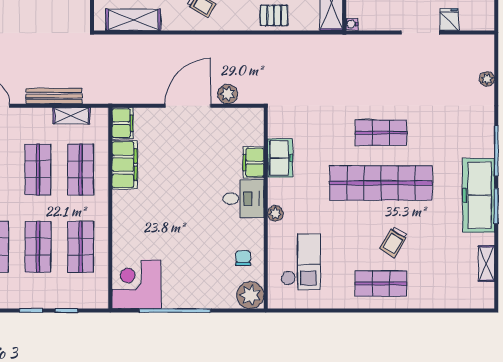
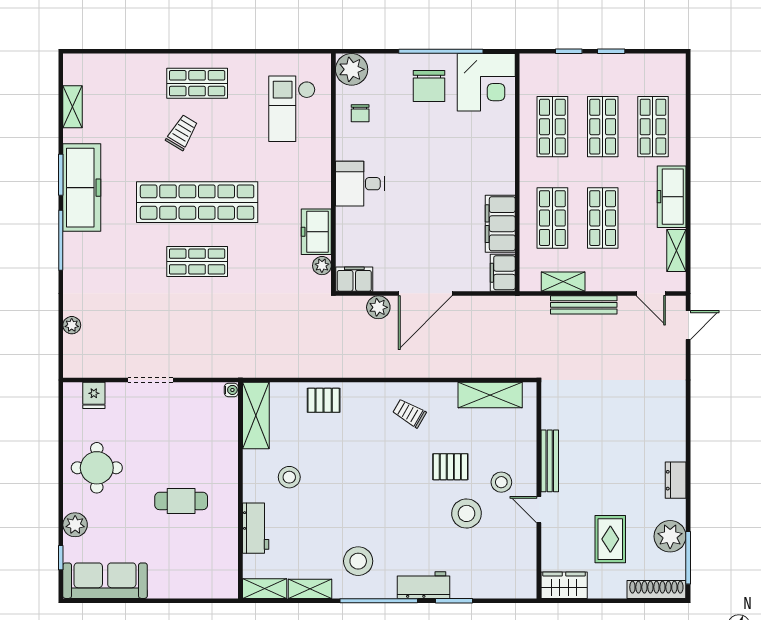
fridge: (449, 20) -> (94, 395), moved
filing cabinet: (254, 163) -> (354, 279), moved, turned -90
plant: (275, 213) -> (322, 266), moved
chair: (185, 281) -> (429, 86), added

